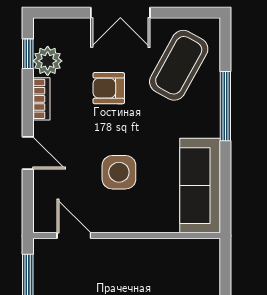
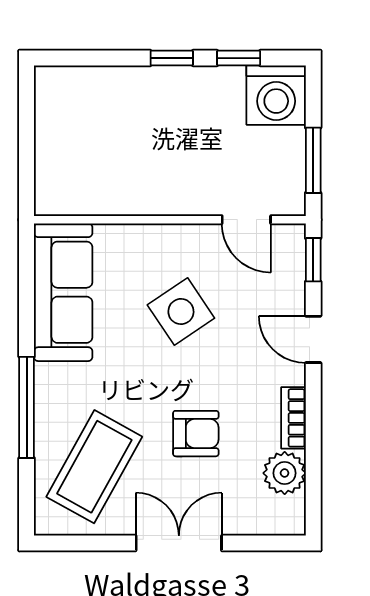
window: (28, 54) -> (313, 260), moved
side table: (119, 172) -> (181, 312), turned -34

